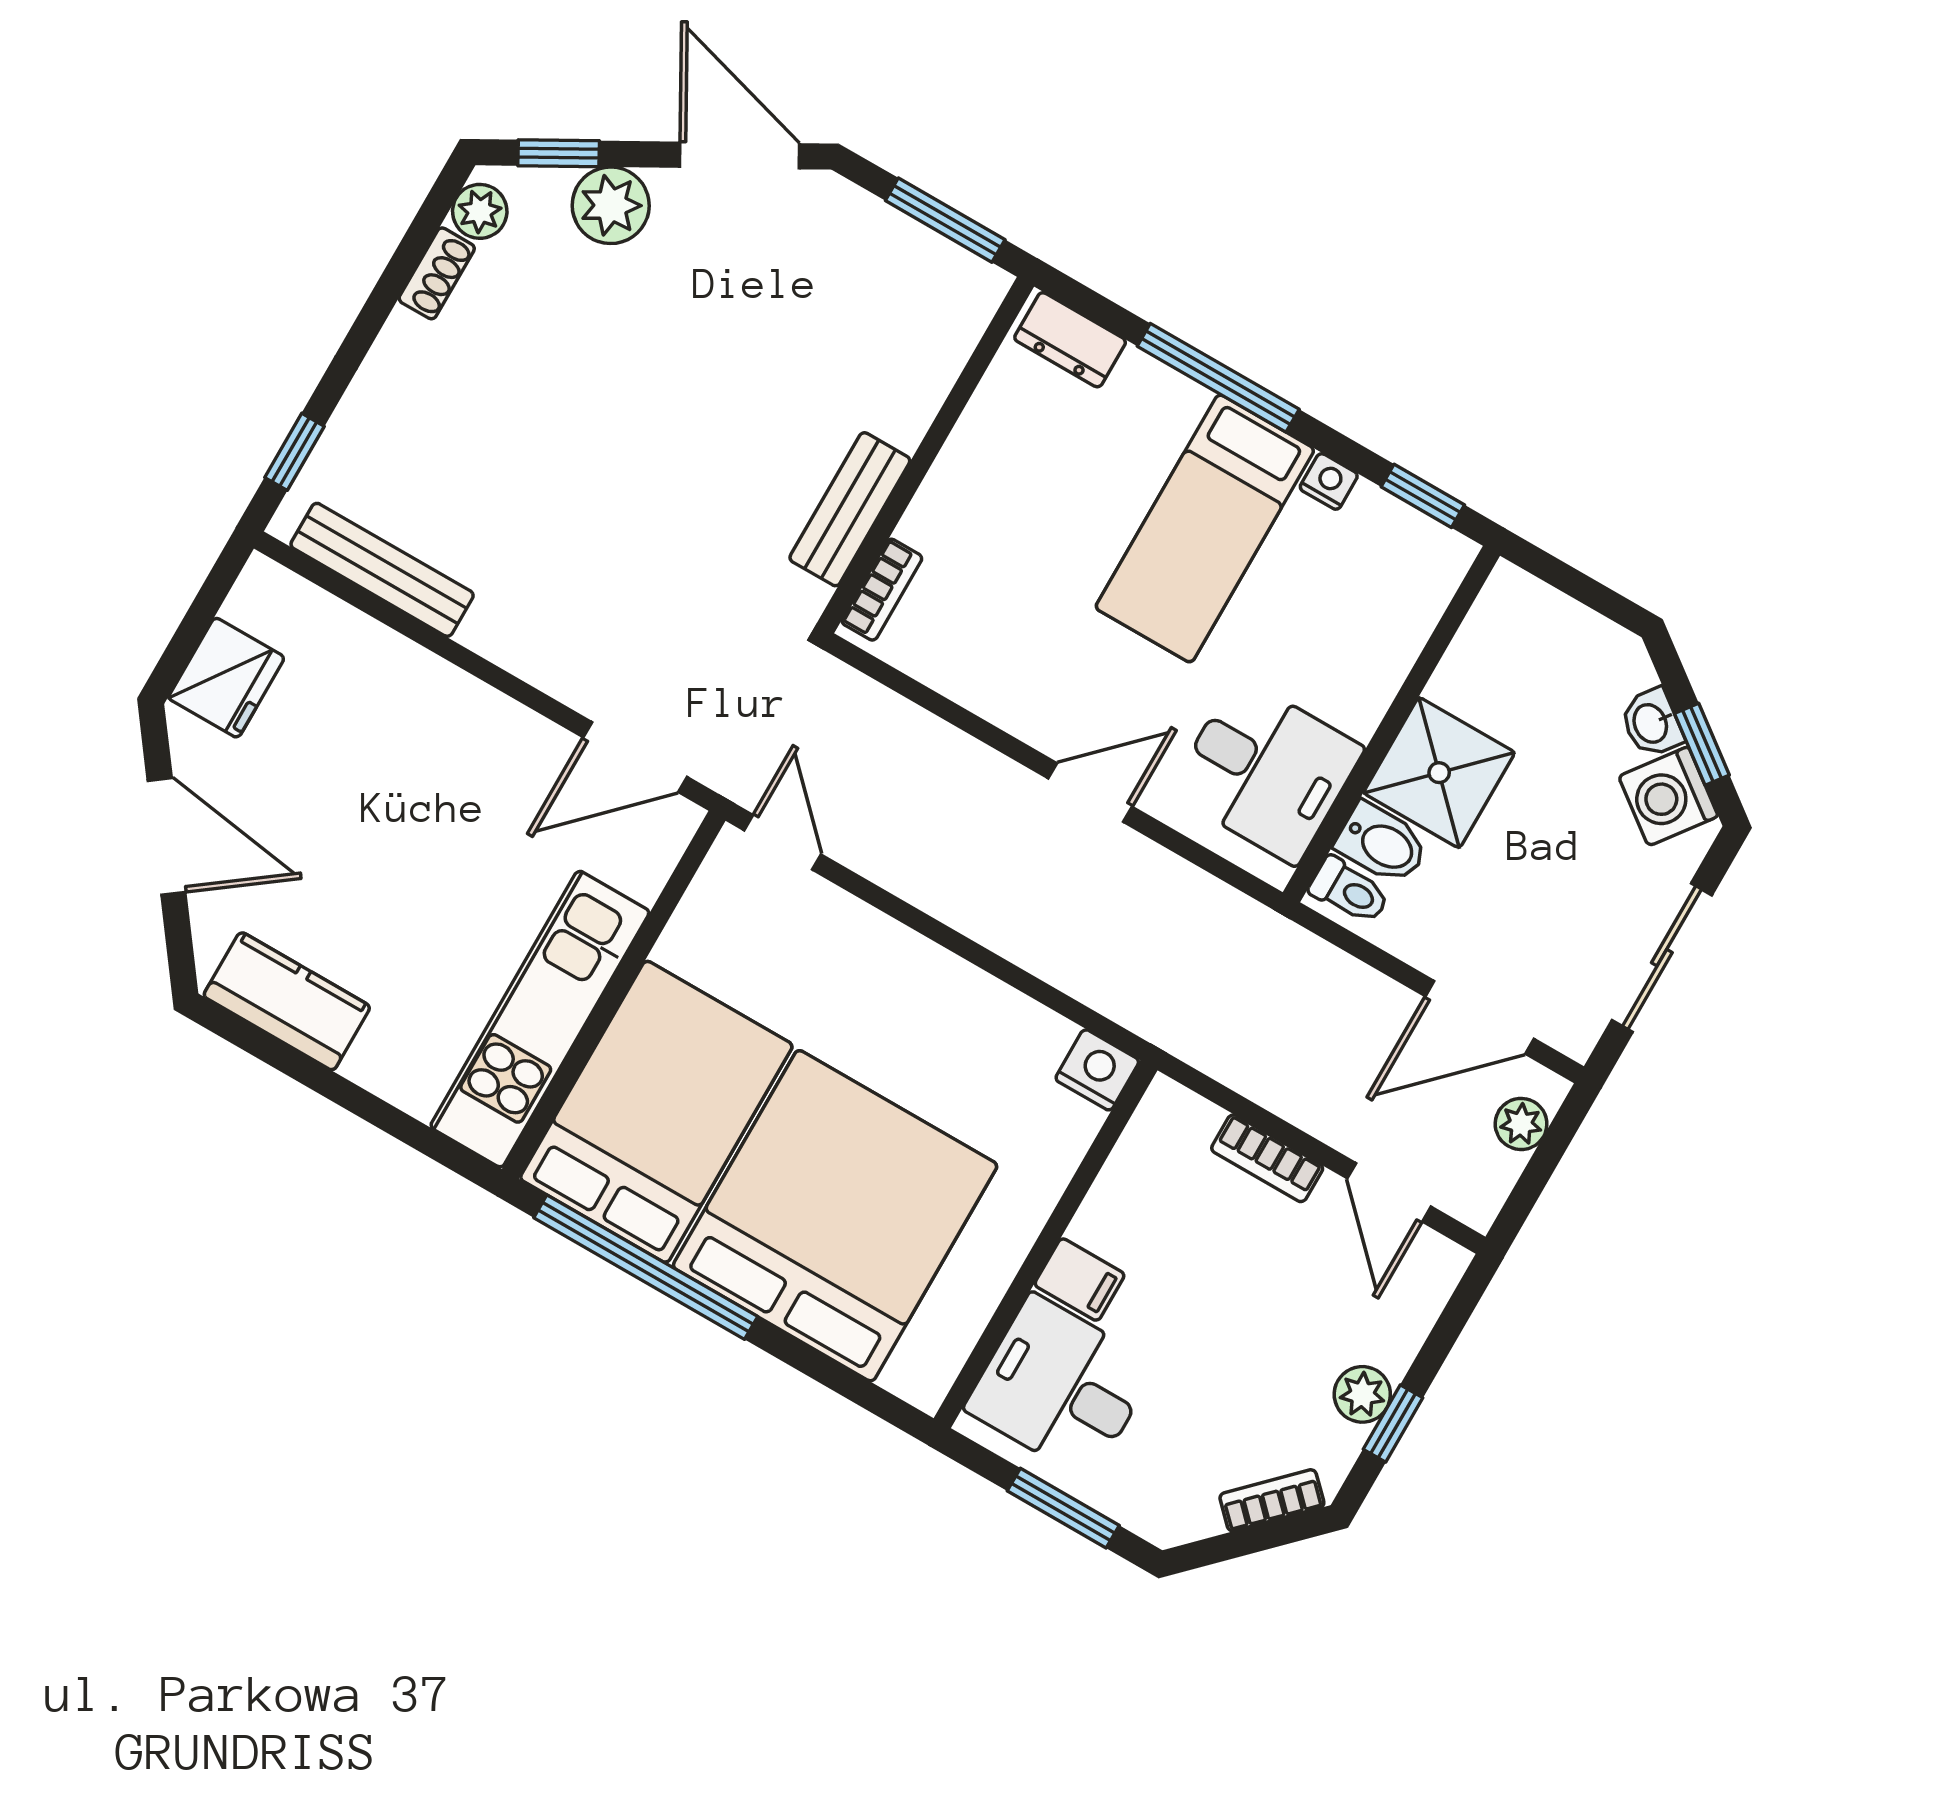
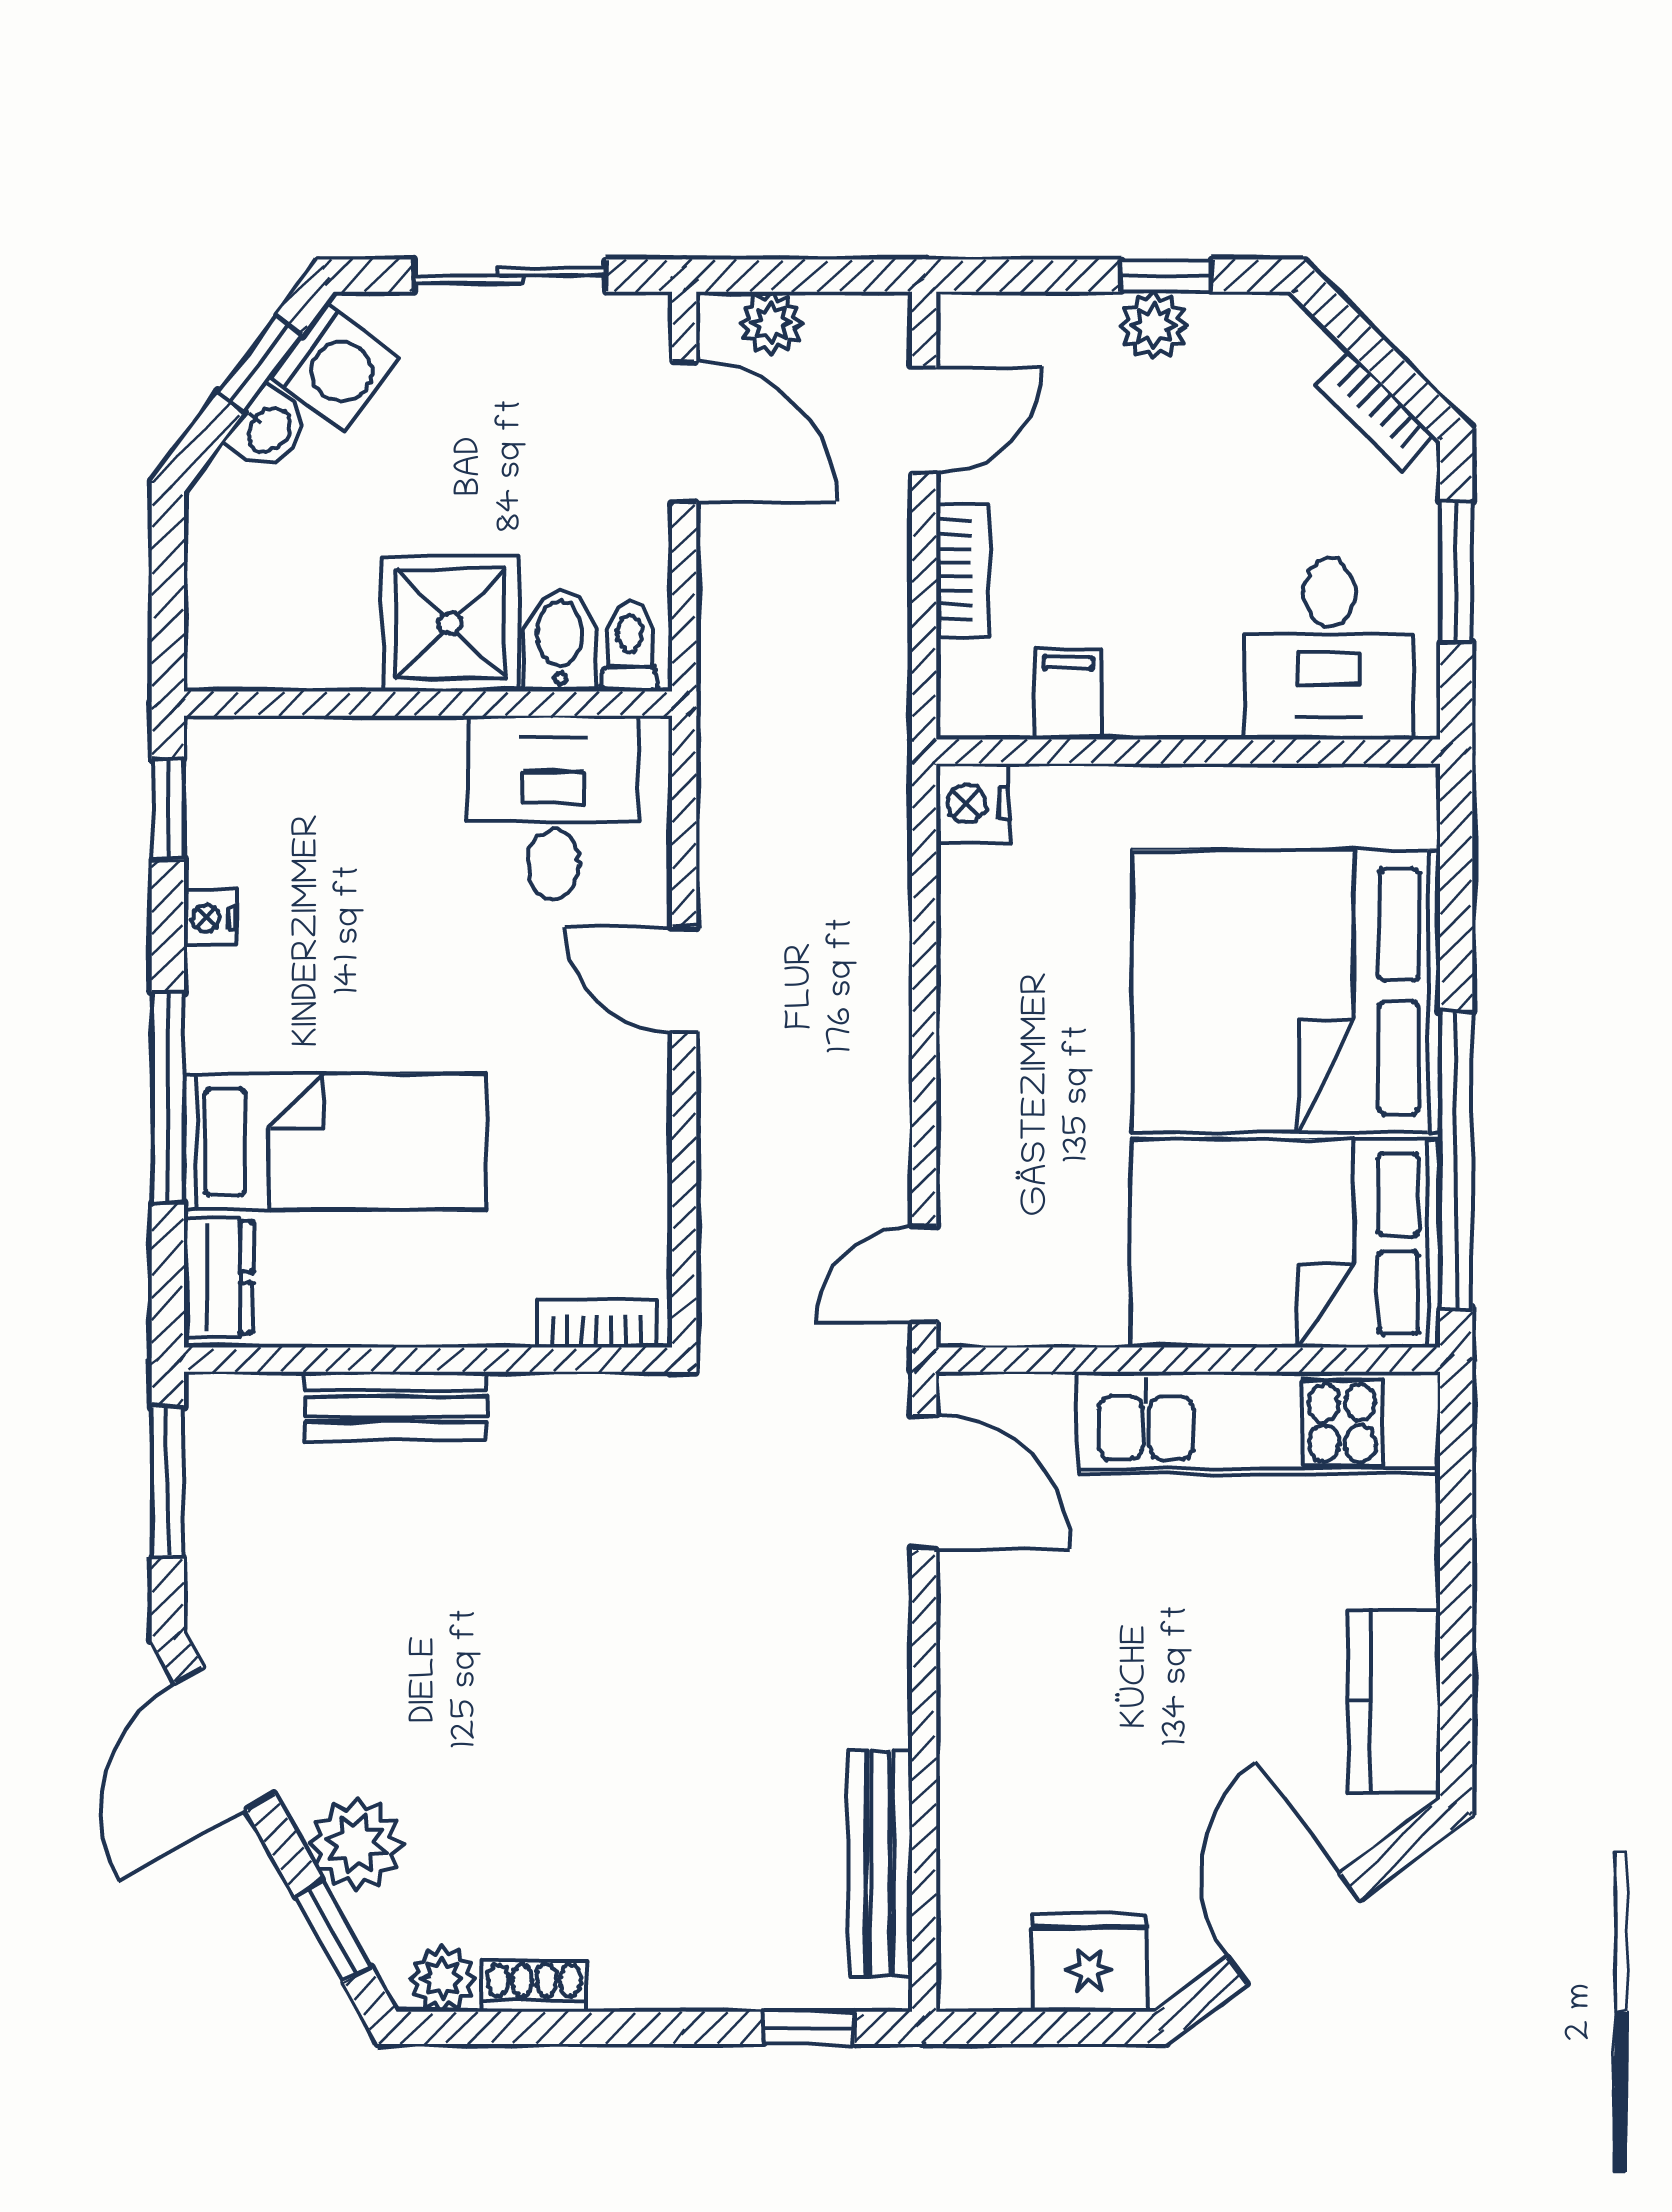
bench: (850, 509) -> (396, 1406), moved
bed: (1205, 528) -> (335, 1142), moved
filing cabinet: (1080, 1280) -> (1068, 694), moved
bookcase: (1272, 1500) -> (1375, 411), moved

